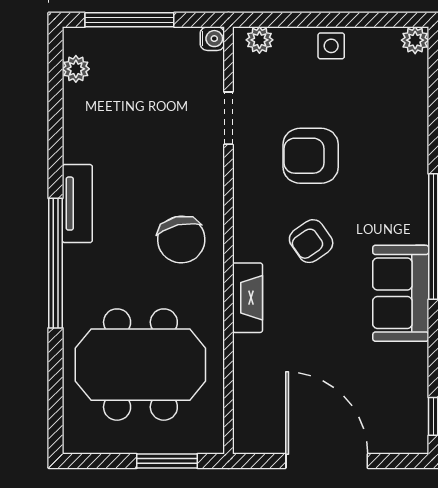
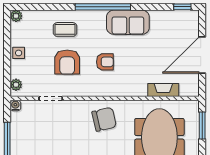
coffee table: (384, 151) -> (65, 29), added
armchair: (311, 241) -> (105, 62), turned -55
fireplace: (247, 298) -> (163, 90), moved

